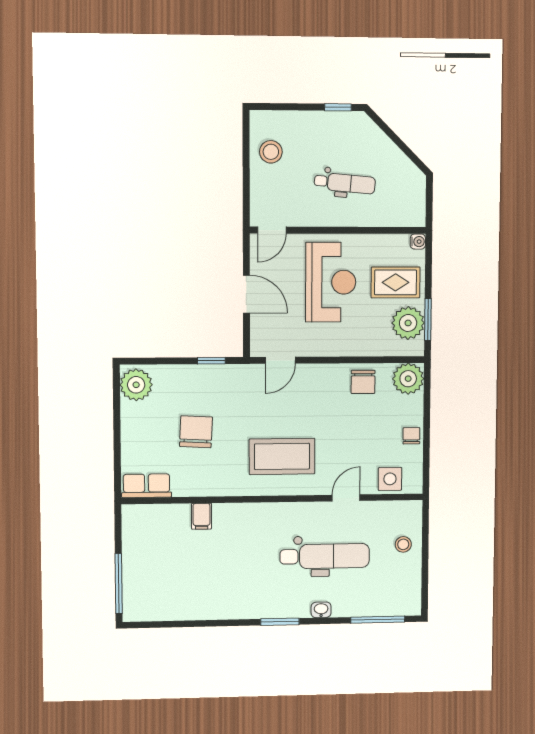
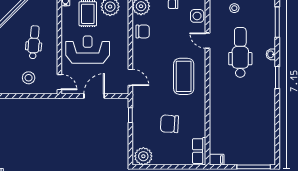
stool: (271, 152) -> (29, 78), moved
filing cabinet: (202, 516) -> (217, 160), moved

